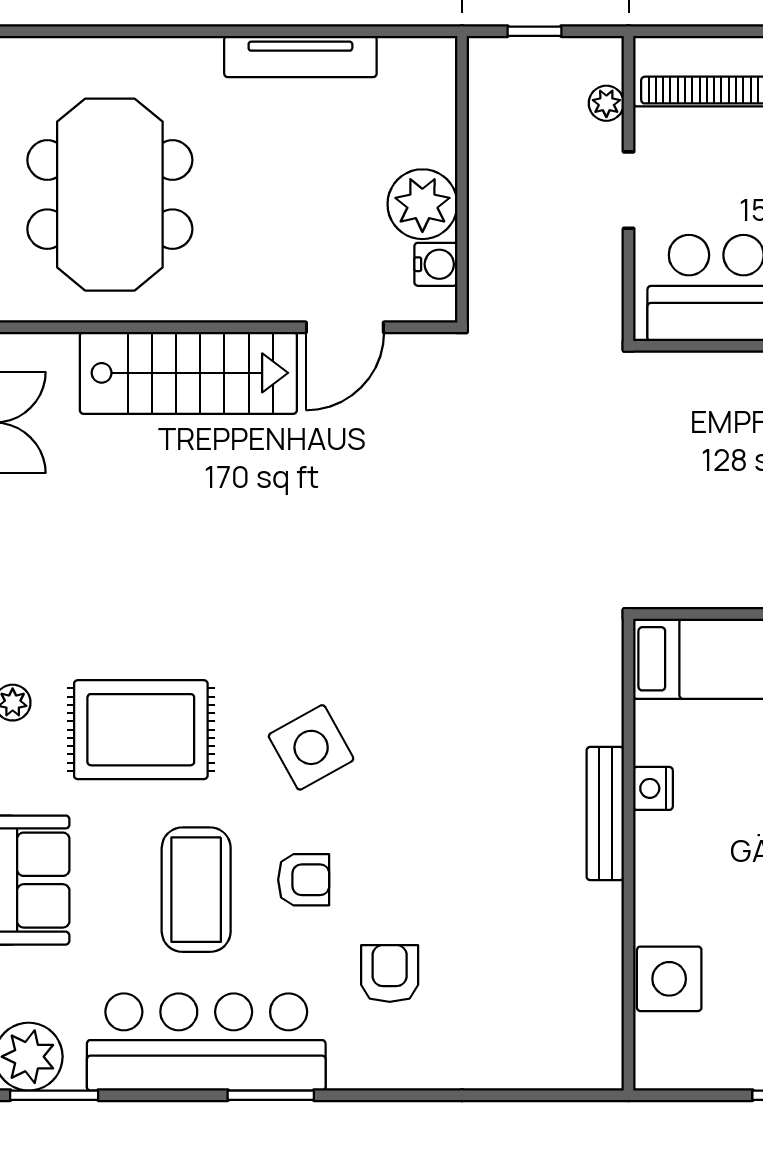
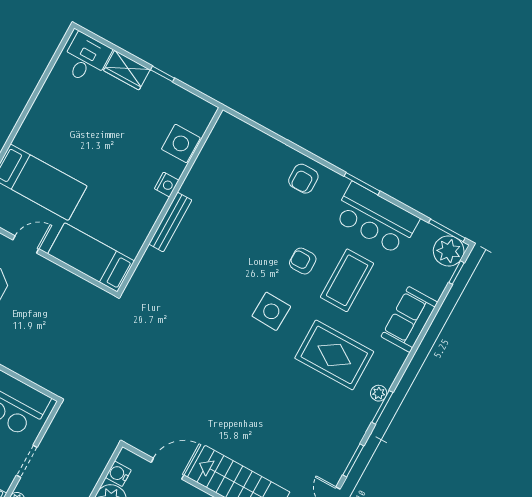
side table: (311, 747) -> (271, 311), turned 31
nightstand: (653, 788) -> (167, 185), moved
armchair: (390, 974) -> (303, 179), moved
bar counter: (206, 1042) -> (376, 218), width x0.73

